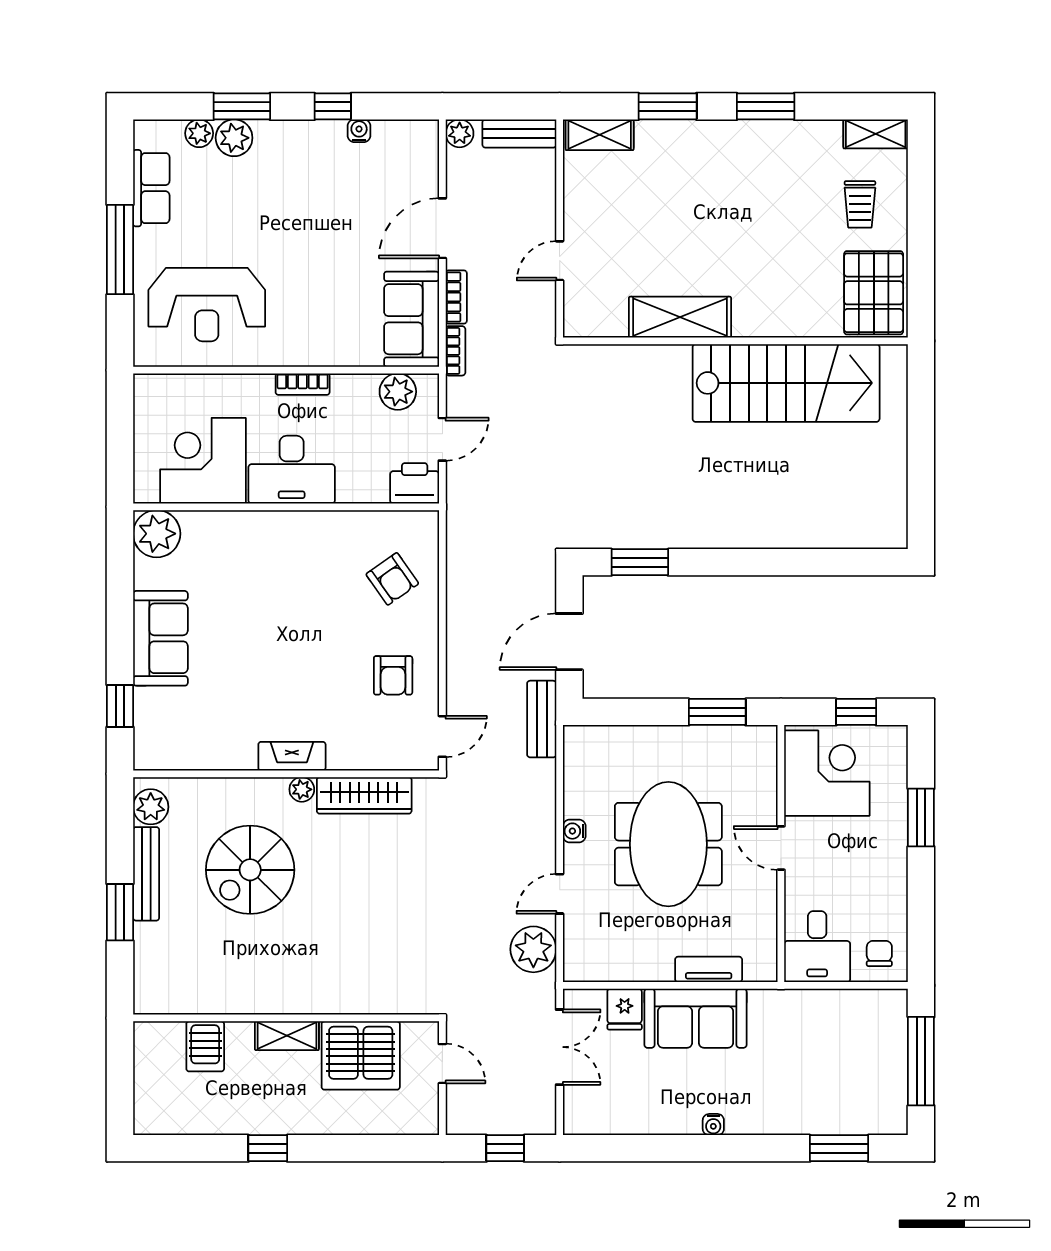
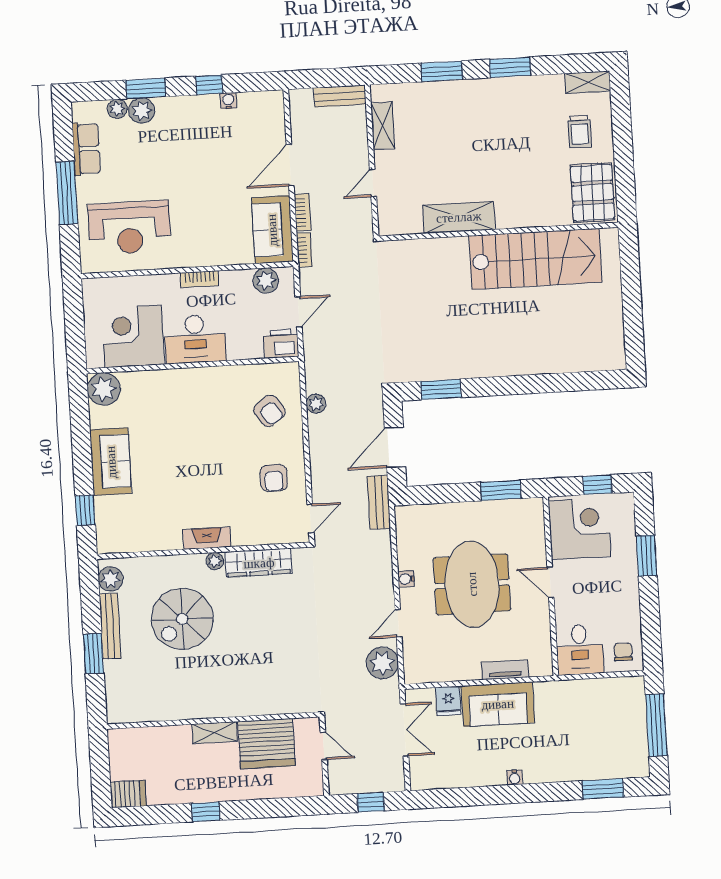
plant: (460, 133) -> (316, 404), moved
shelving: (600, 135) -> (383, 126), moved, turned 90
server rack: (205, 1046) -> (128, 794), moved, turned -90

